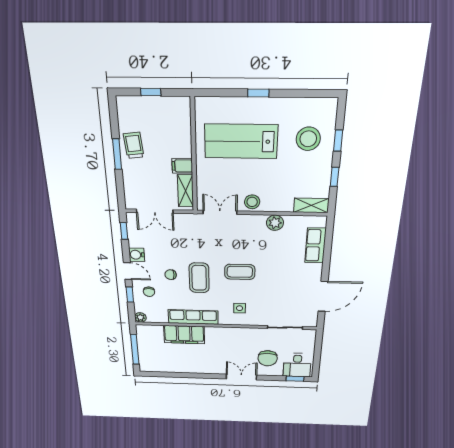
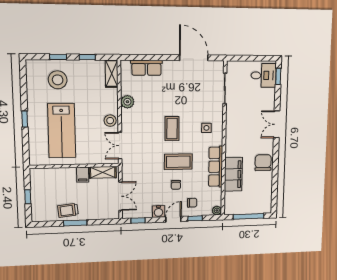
chair: (268, 358) -> (263, 163), moved, turned -90

